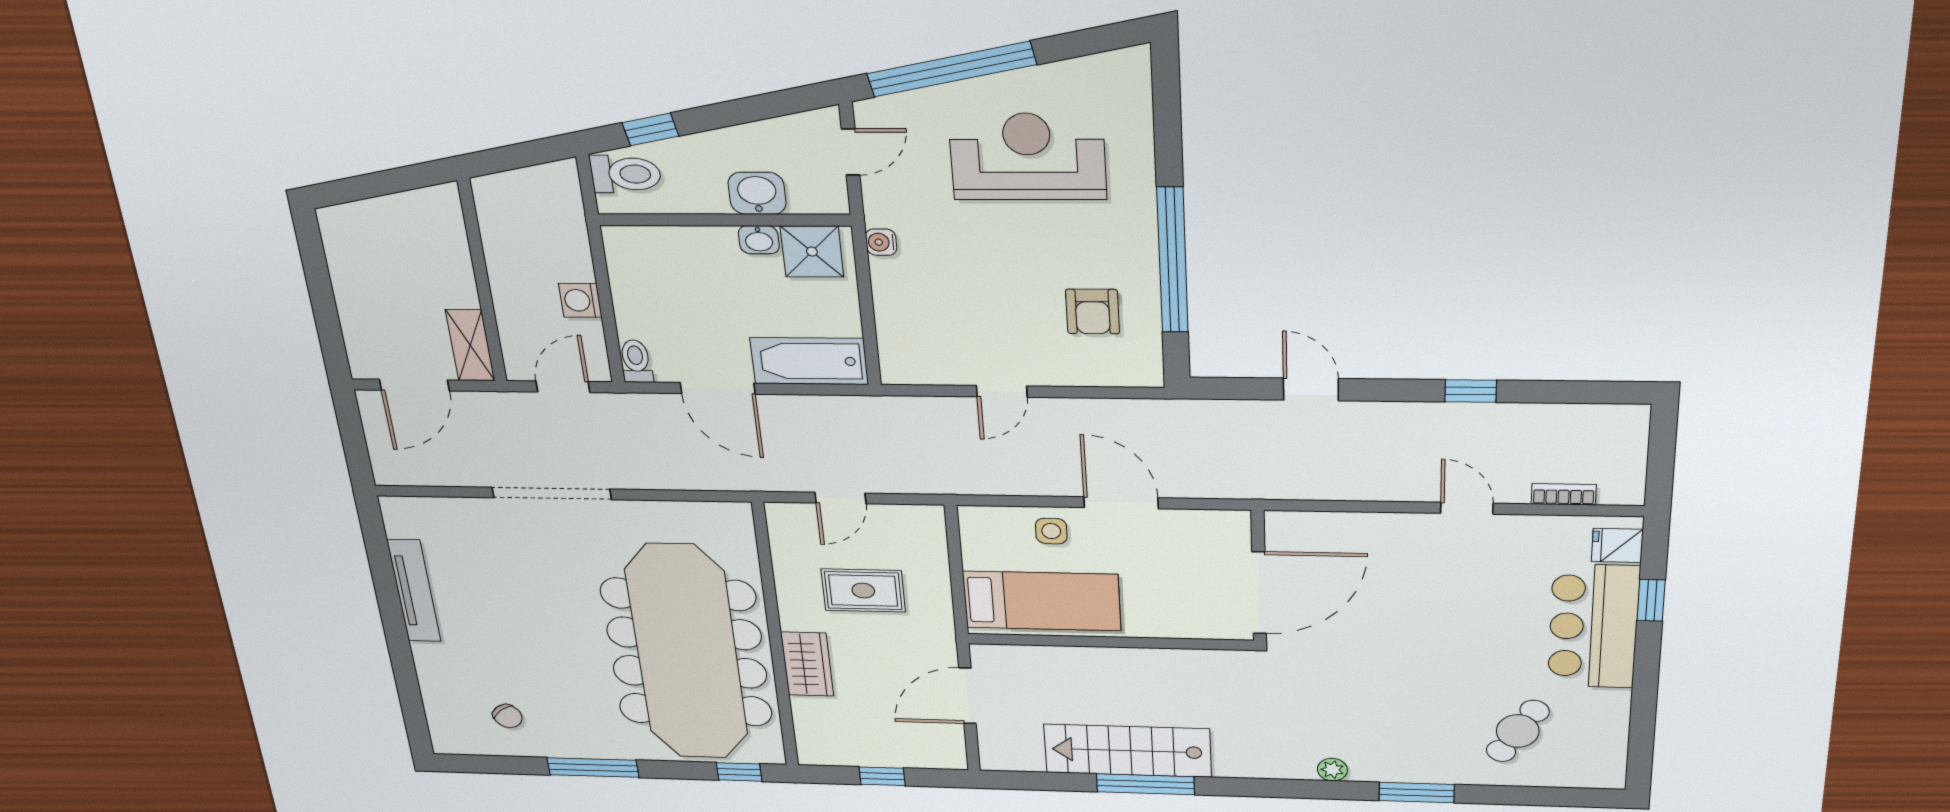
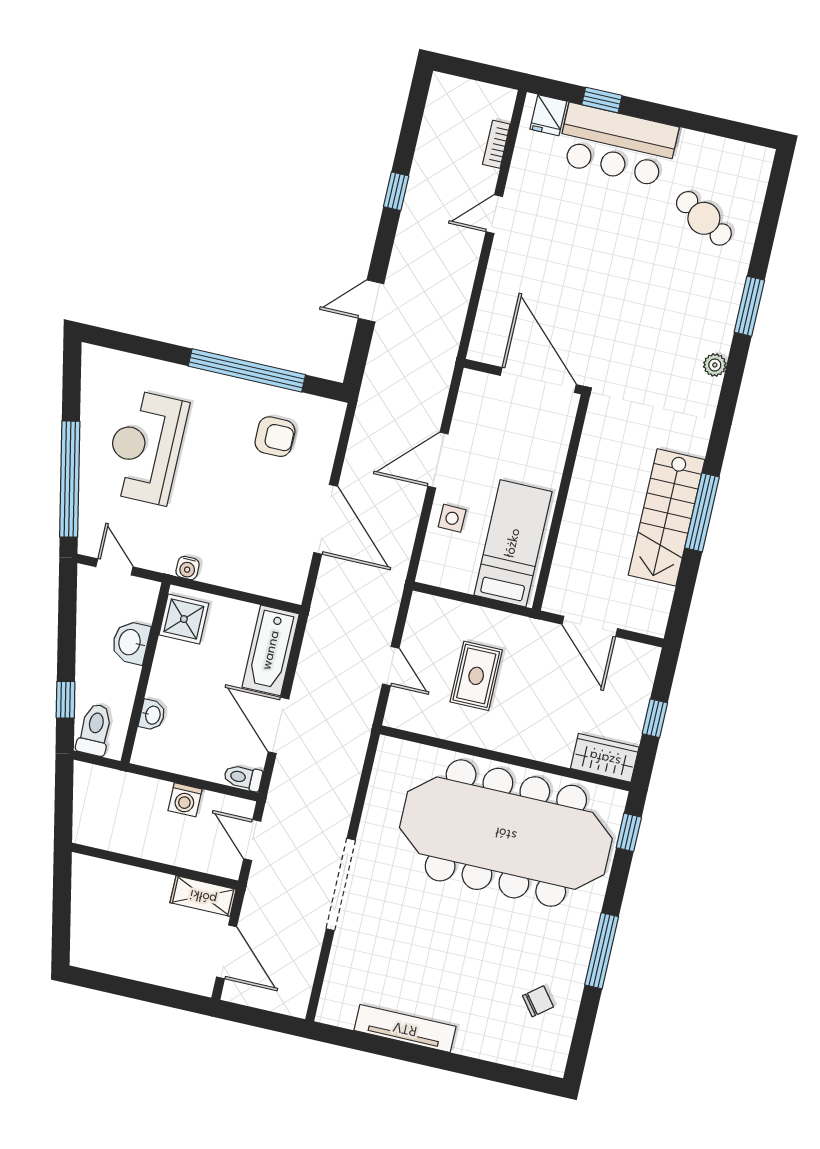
washbasin: (759, 240) -> (152, 715), moved
door: (718, 388) -> (278, 725), swing flipped
door: (1002, 391) -> (326, 519), width x1.88
wardrobe: (807, 664) -> (605, 758), moved

